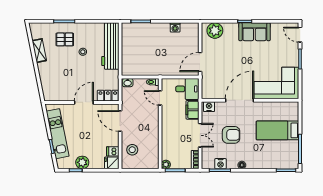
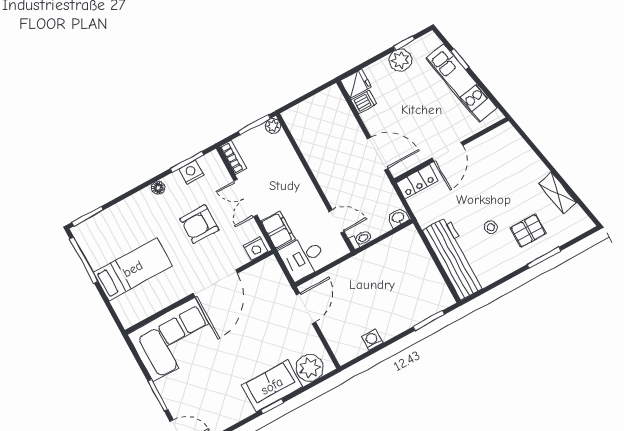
sofa: (254, 32) -> (272, 386), moved
stool: (132, 150) -> (336, 120), removed

